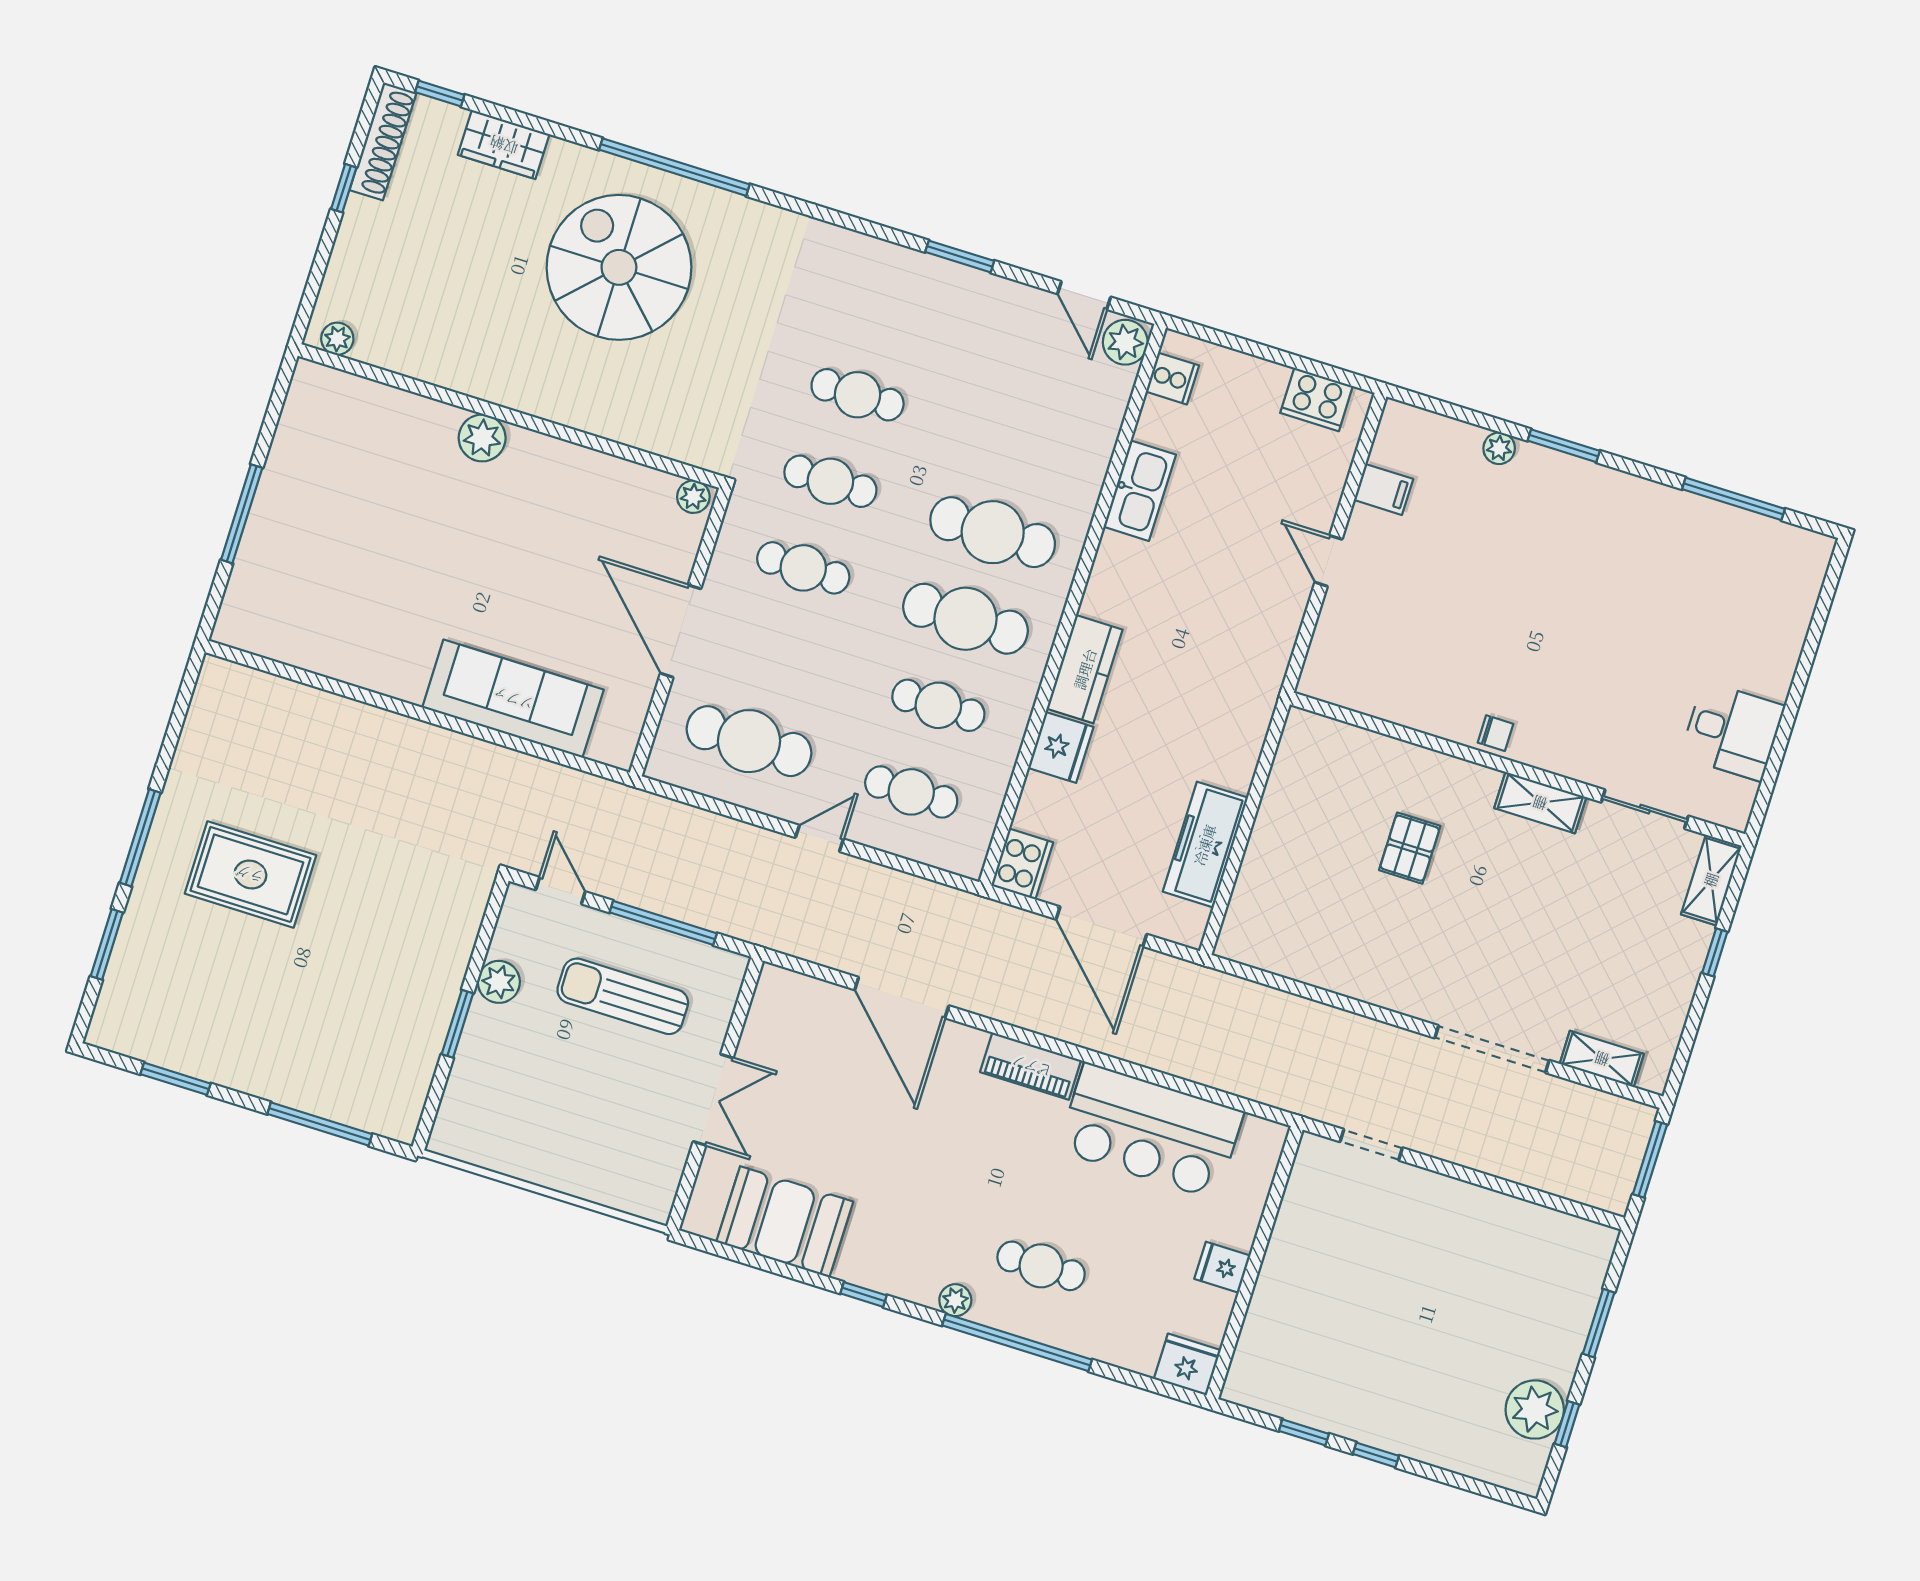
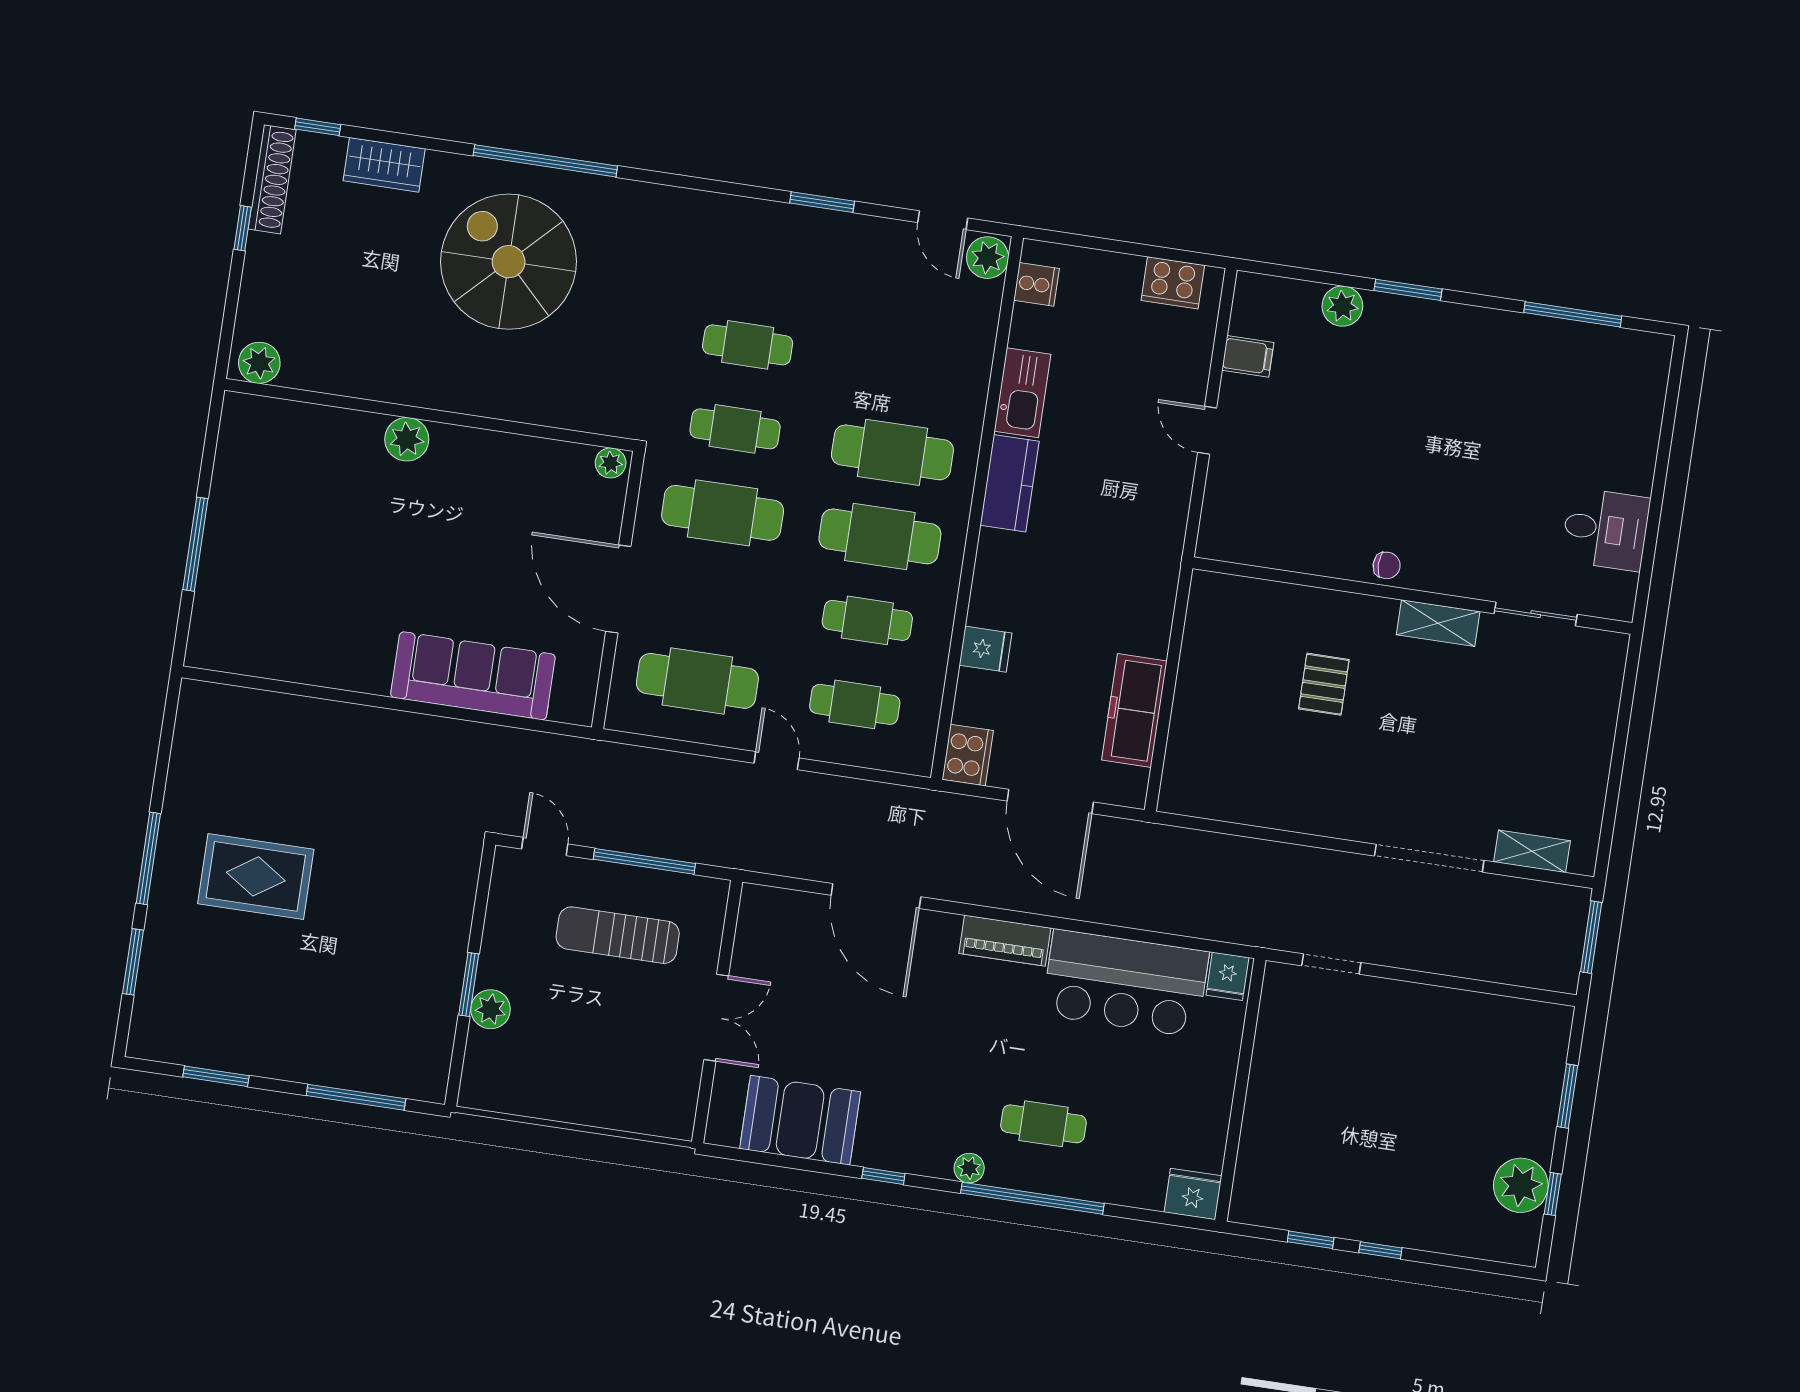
plant: (337, 339) -> (259, 363), width x1.38, depth x1.38
plant: (1499, 448) -> (1342, 306), width x1.38, depth x1.38
cafe table: (803, 568) -> (723, 513), width x1.37, depth x1.35
kitchen counter: (1085, 669) -> (1010, 483), moved
fridge: (1061, 747) -> (986, 649), width x0.72
door: (819, 838) -> (777, 761), hinge flipped
shelving: (1711, 880) -> (1608, 670), removed
window: (1715, 952) -> (1621, 736), removed
plant: (499, 982) -> (491, 1009), moved
fridge: (1222, 1267) -> (1227, 976), moved, turned -90

